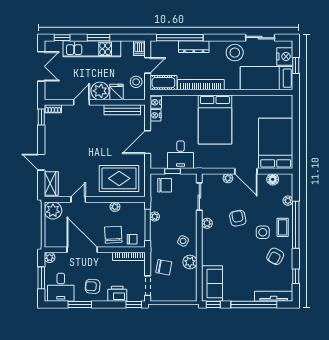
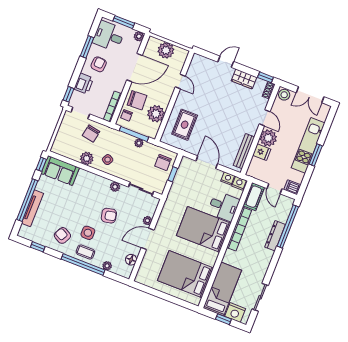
window: (62, 38) -> (328, 123), removed
stool: (235, 53) -> (256, 270), removed
stool: (136, 82) -> (284, 95), moved
bed: (276, 143) -> (186, 274), moved, turned 180
desk: (181, 155) -> (224, 206), moved, turned 180
rug: (119, 178) -> (185, 125), width x0.73, depth x0.70
wardrobe: (51, 184) -> (244, 79), moved
plant: (115, 207) -> (156, 114), width x1.88, depth x1.88
plant: (53, 210) -> (166, 50), moved
tv unit: (274, 296) -> (32, 208), moved

